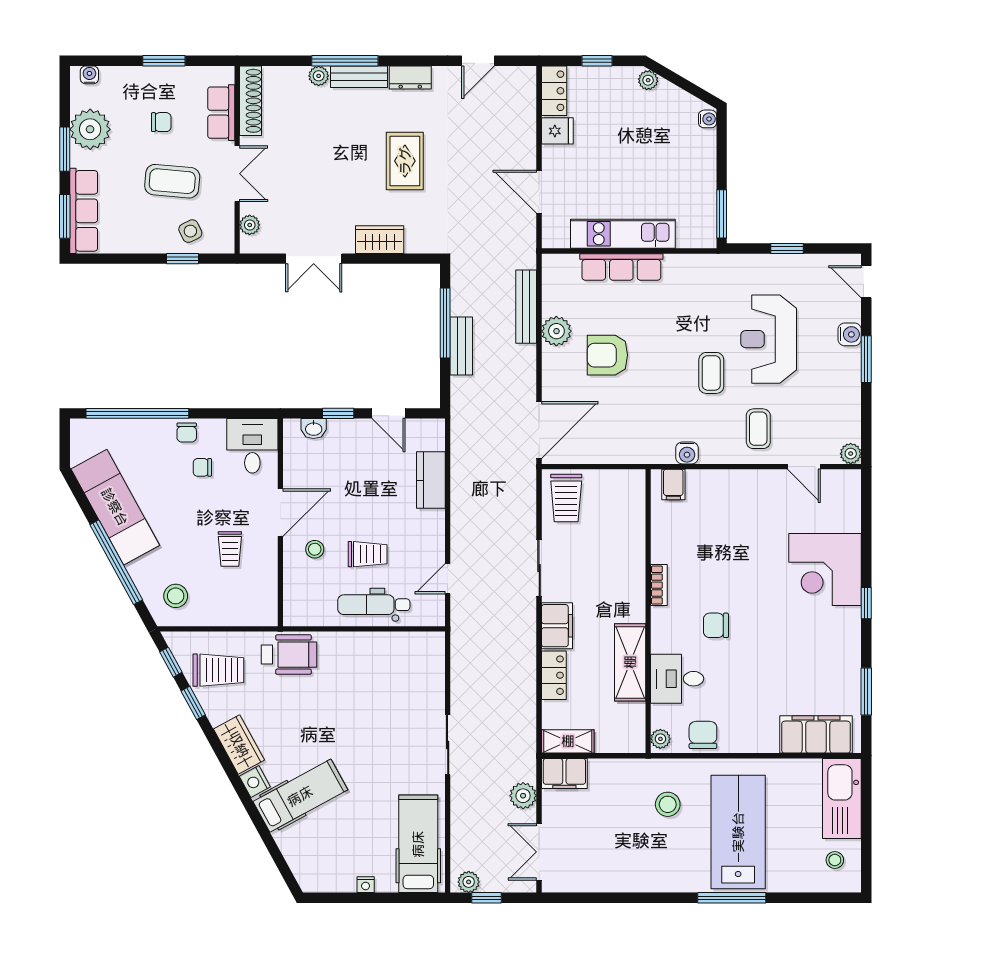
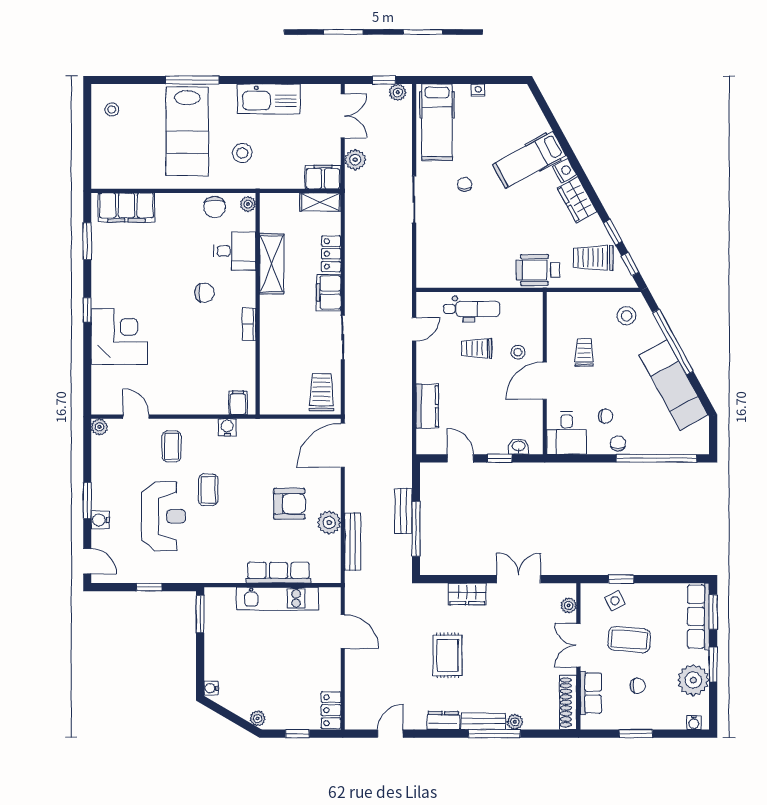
chair: (161, 122) -> (638, 686), turned 180
fridge: (557, 131) -> (328, 679), removed
chair: (383, 764) -> (465, 184), added
kitchen sink: (842, 798) -> (269, 99), moved, turned 90

